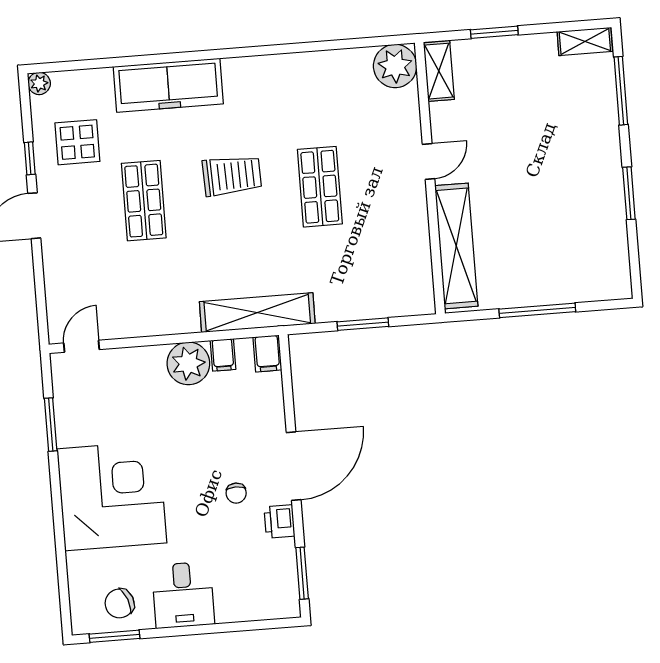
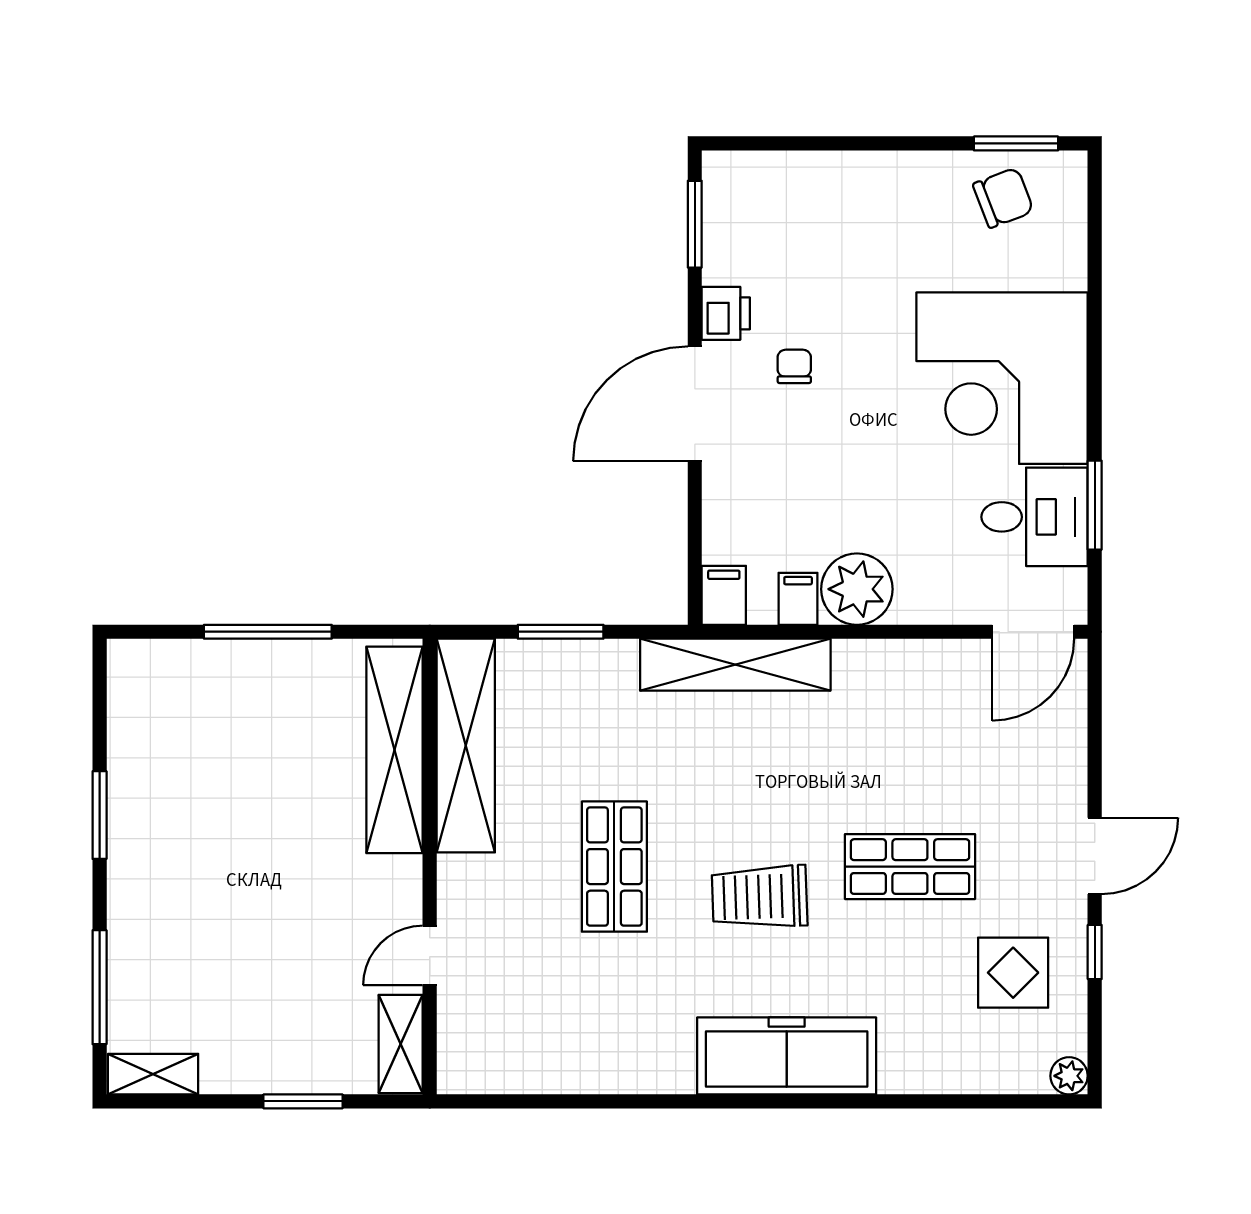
plant: (395, 66) -> (473, 1058), removed
freezer: (168, 85) -> (787, 1056), moved
door: (429, 161) -> (430, 955), moved
shop shelf: (144, 201) -> (910, 867), turned 90
shelving: (414, 252) -> (466, 746), added
door: (81, 346) -> (1033, 632), width x1.38
desk: (183, 595) -> (1035, 517), moved, turned 90

